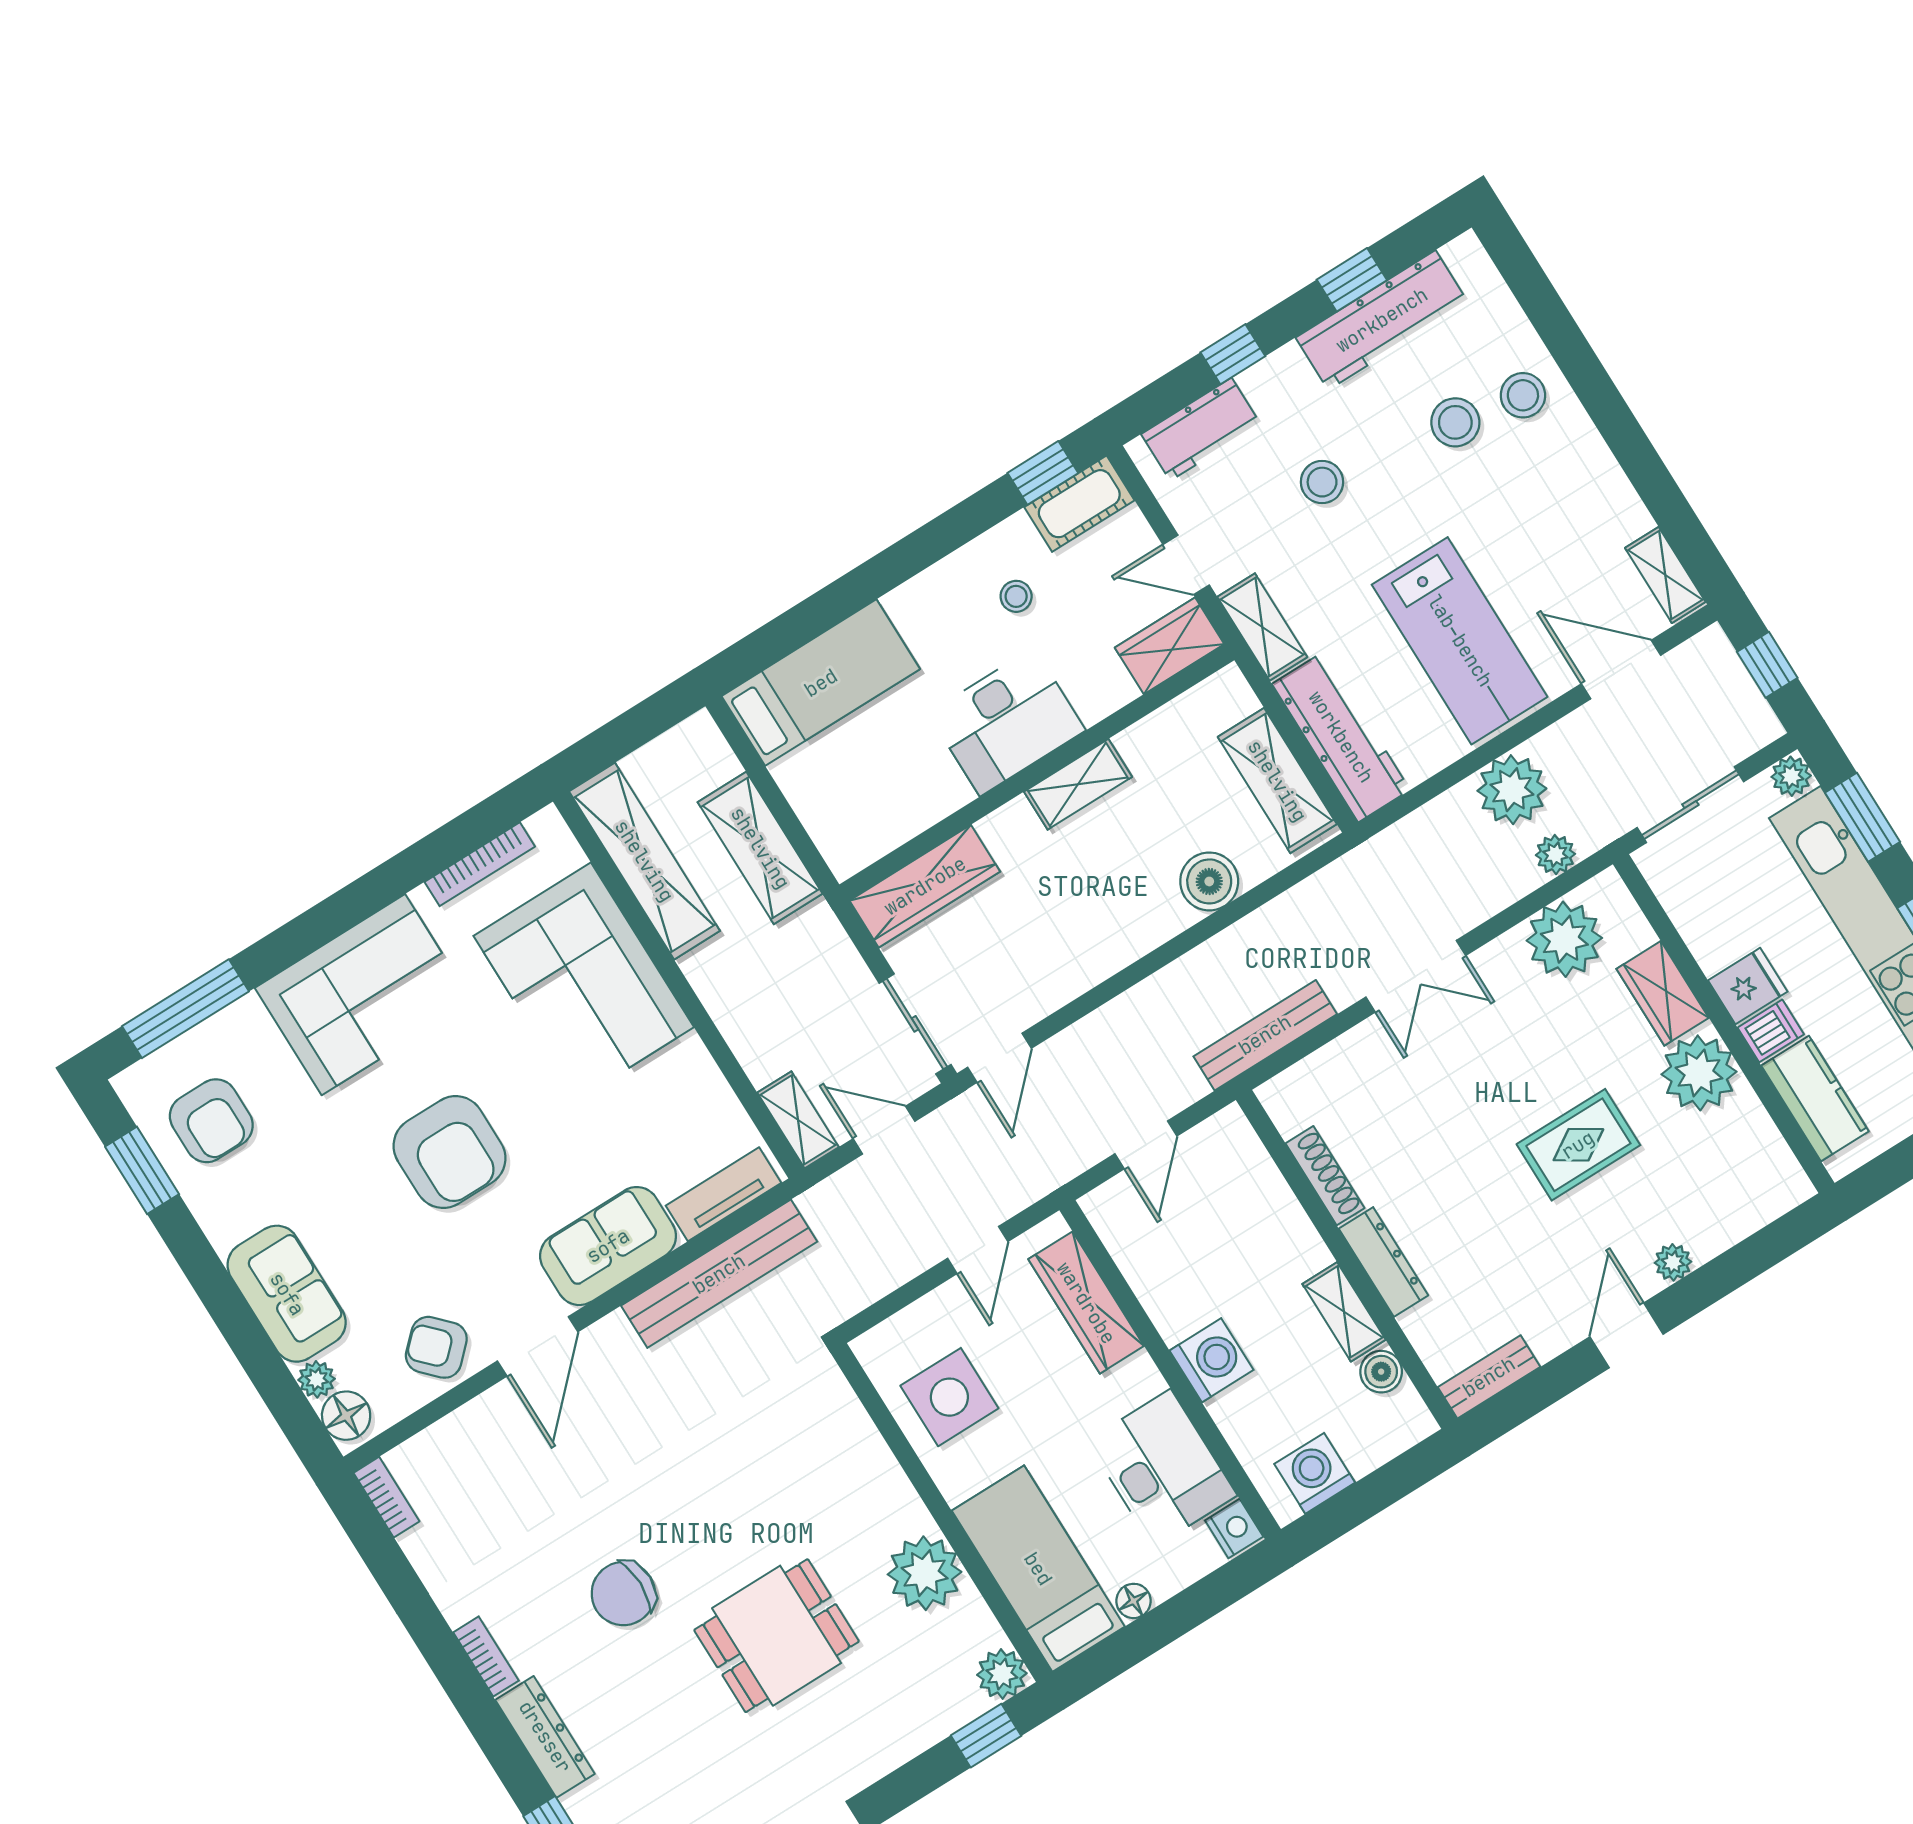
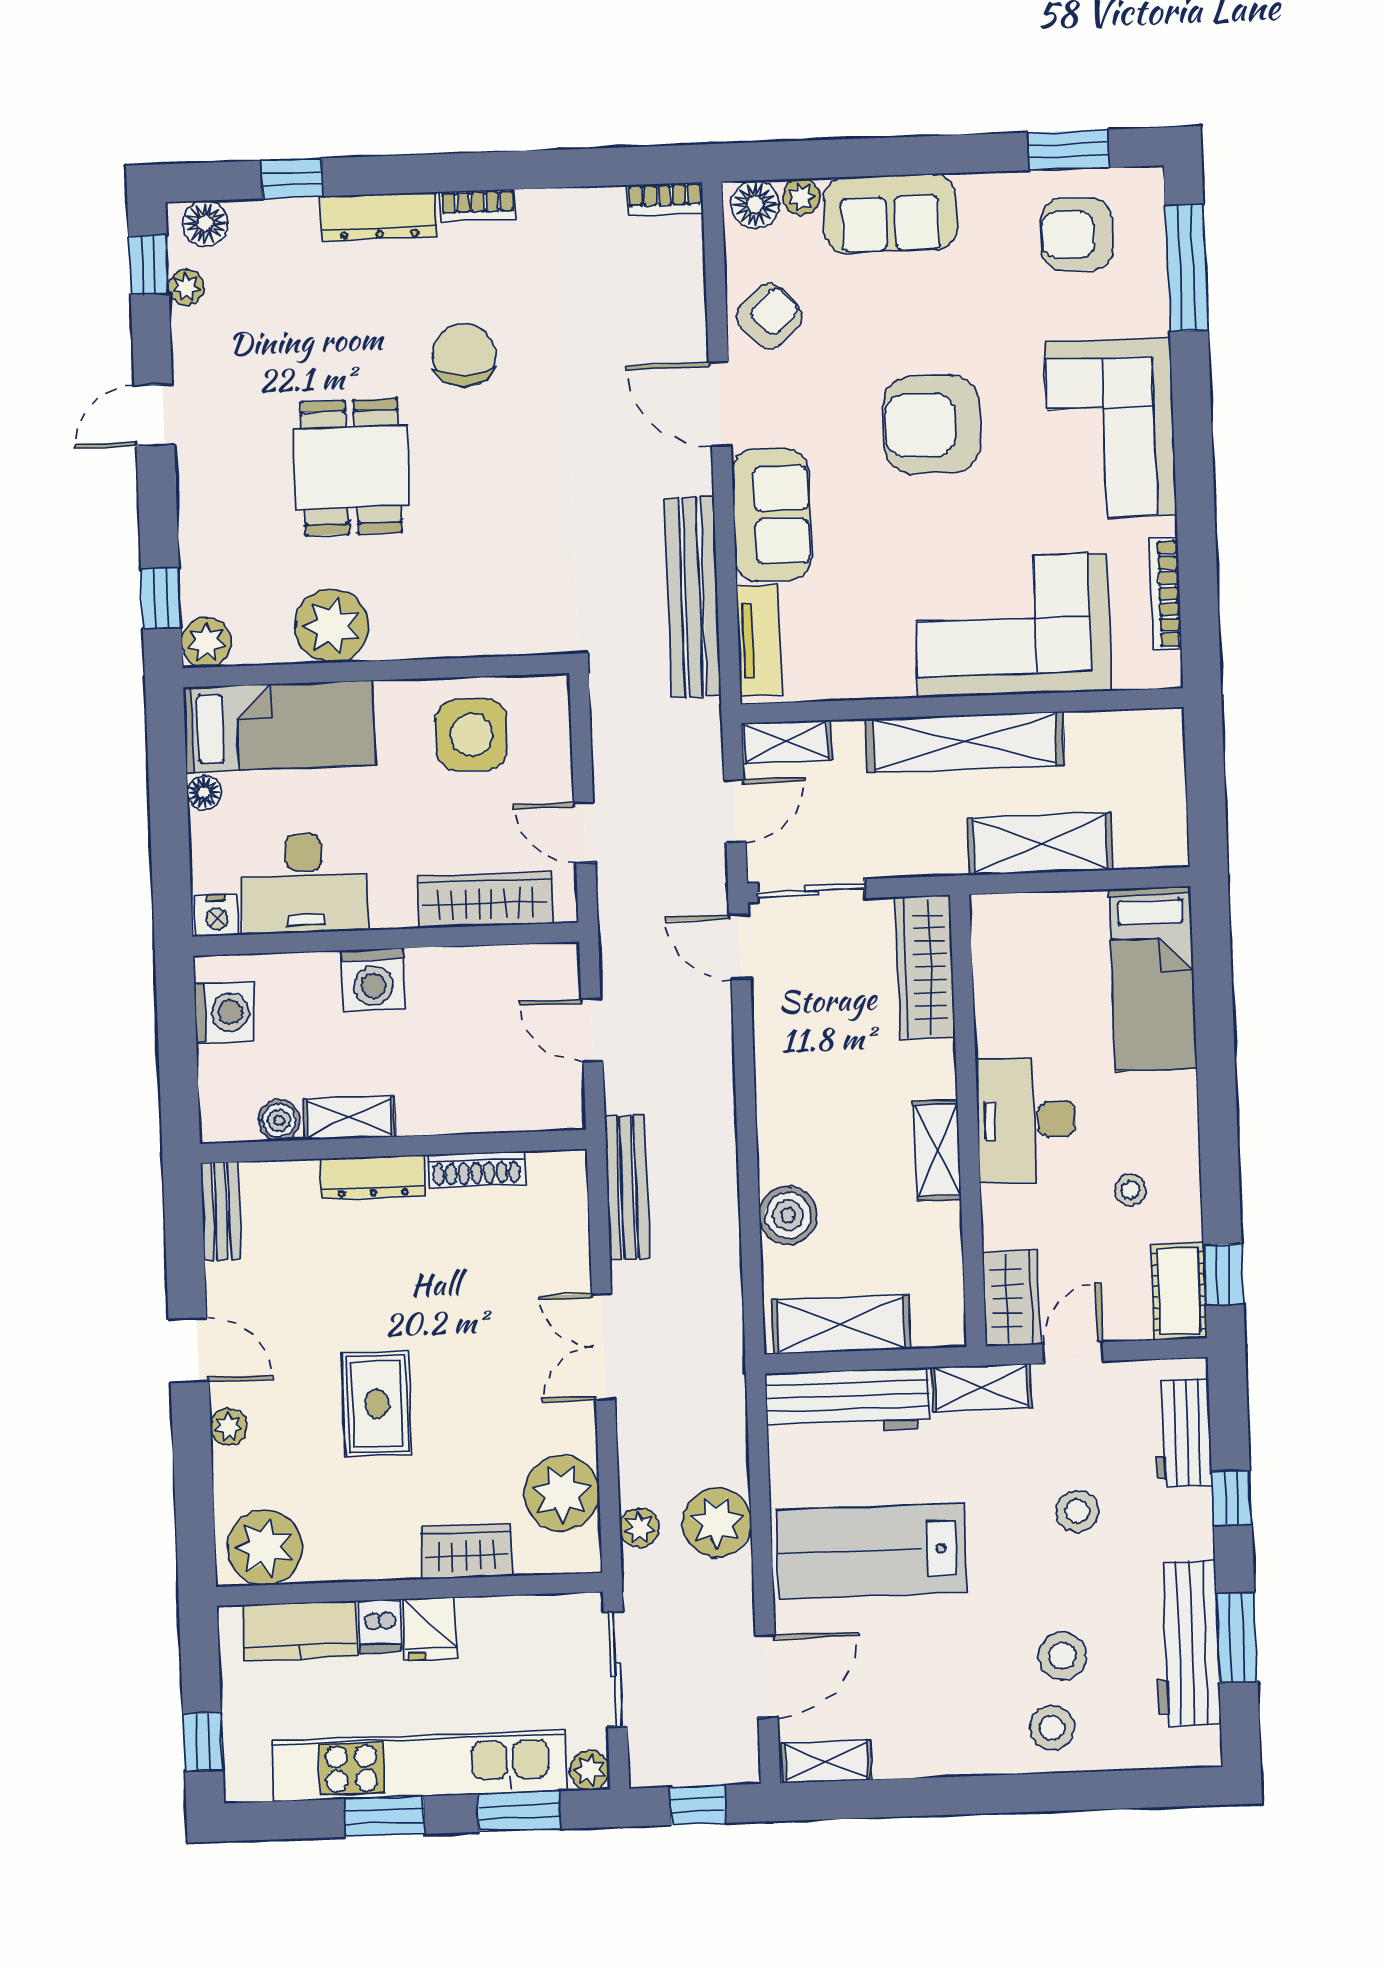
window: (1352, 280) -> (1237, 1638), width x1.50
shelving: (644, 861) -> (965, 742), moved
plant: (1699, 1073) -> (265, 1548), moved

